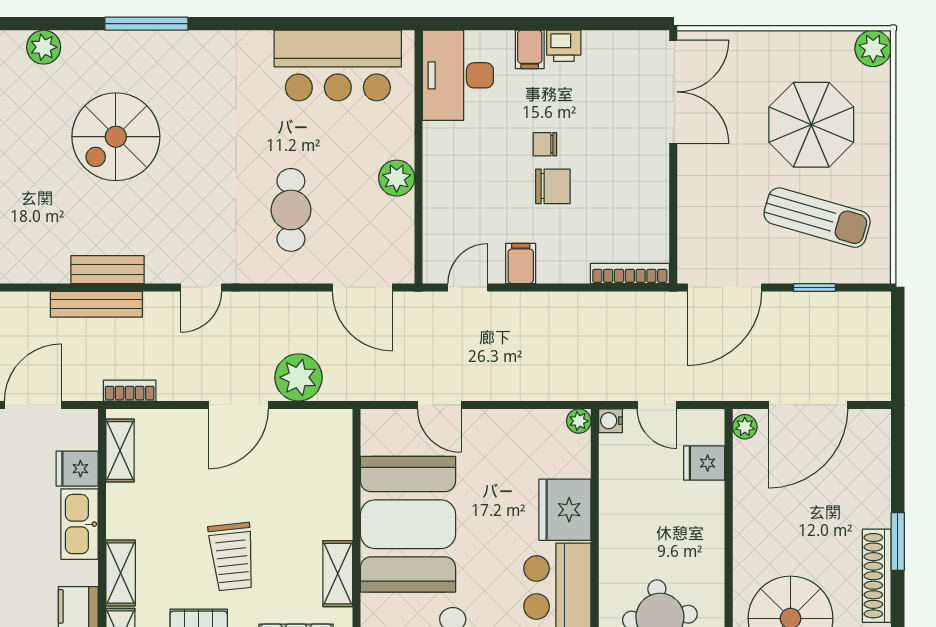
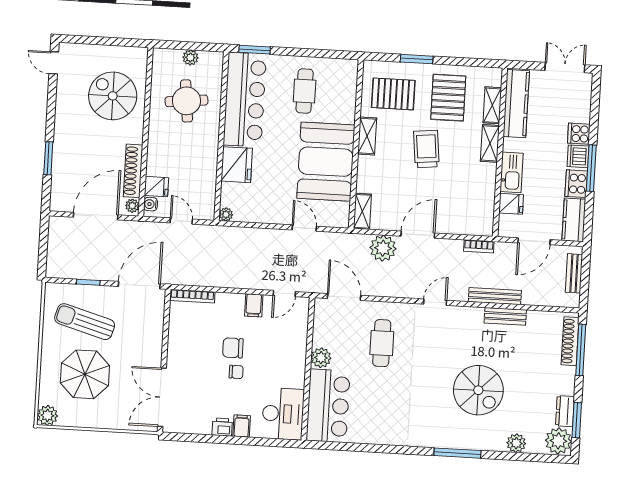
bar counter: (338, 66) -> (328, 406), moved, turned 90
spiral stairs: (116, 137) -> (478, 390), turned 90
bench: (107, 270) -> (505, 316), moved
water cooler: (611, 421) -> (150, 204), moved, turned 180
shelving: (120, 451) -> (362, 211), moved
window: (898, 541) -> (48, 158), moved
shoe rack: (877, 576) -> (133, 171), moved, turned 180

